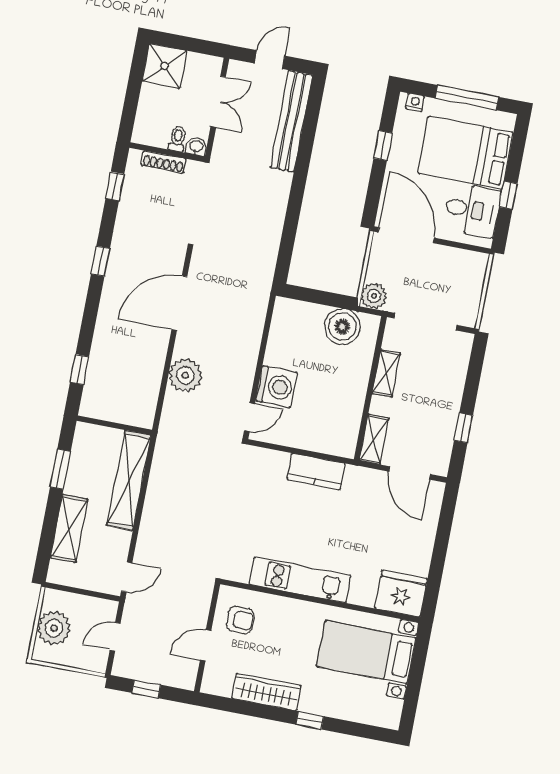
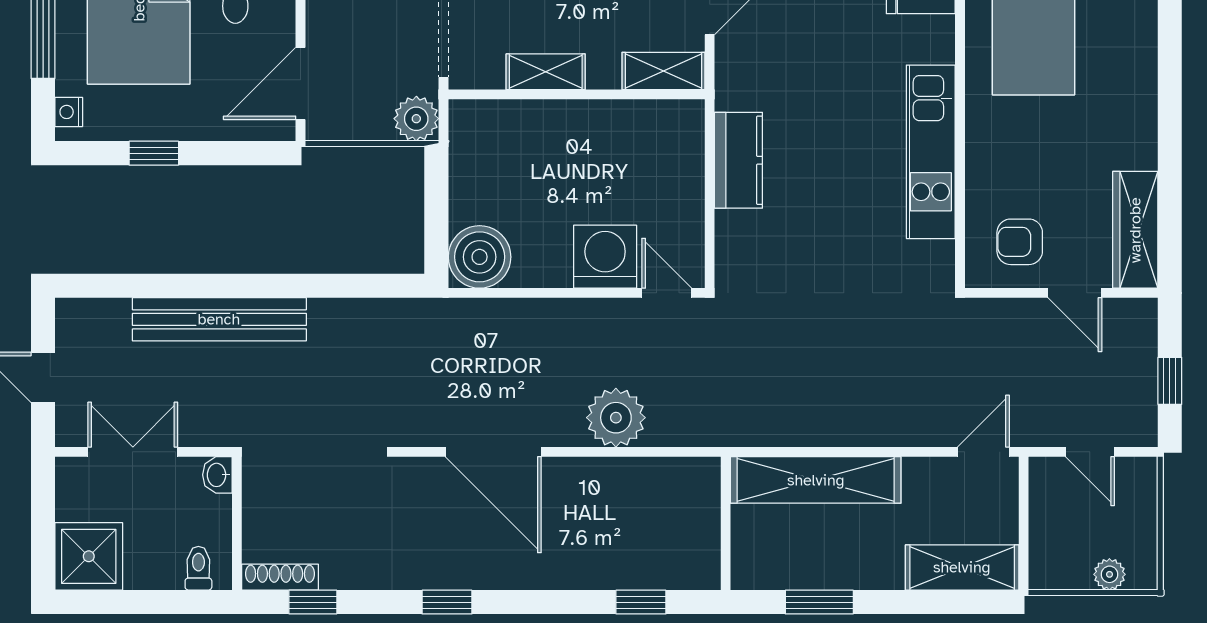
bench: (291, 121) -> (219, 319), moved
toilet: (177, 139) -> (198, 568), moved, turned 90
shoe rack: (164, 162) -> (280, 577), moved, turned -90
door: (406, 235) -> (300, 83), width x0.73
boiler: (342, 327) -> (480, 257), moved
shelving: (69, 529) -> (962, 567), moved
door: (127, 577) -> (983, 452), hinge flipped
armchair: (240, 620) -> (1020, 242), turned -90
plant: (54, 628) -> (1109, 574), width x0.53, depth x0.53
wardrobe: (266, 692) -> (1135, 230), moved
window: (310, 720) -> (1170, 88), removed

